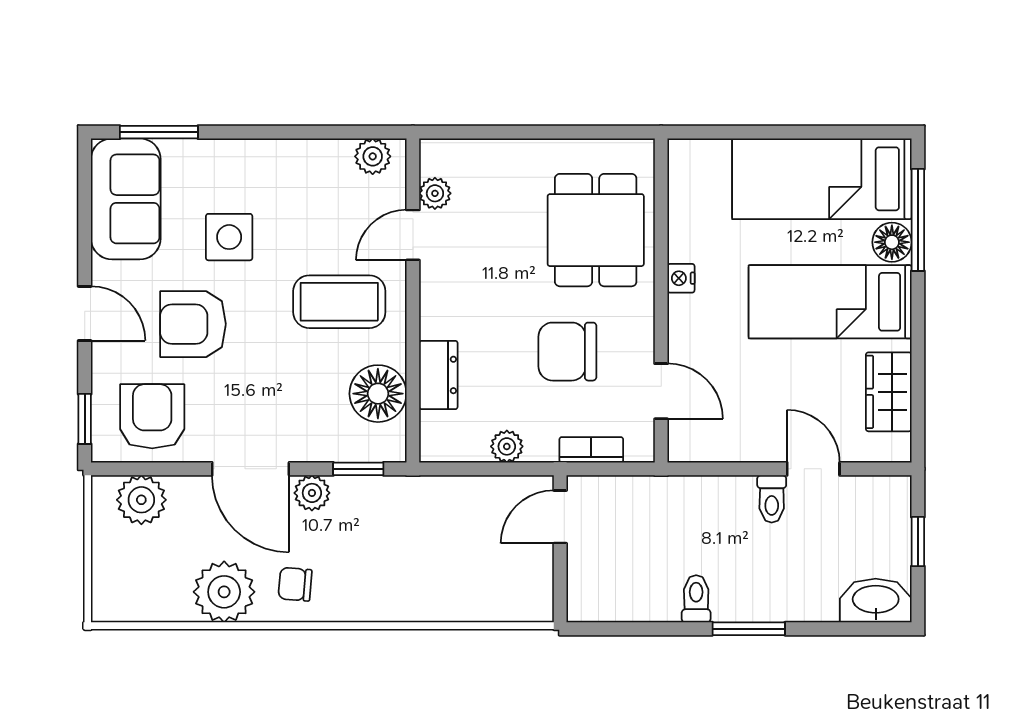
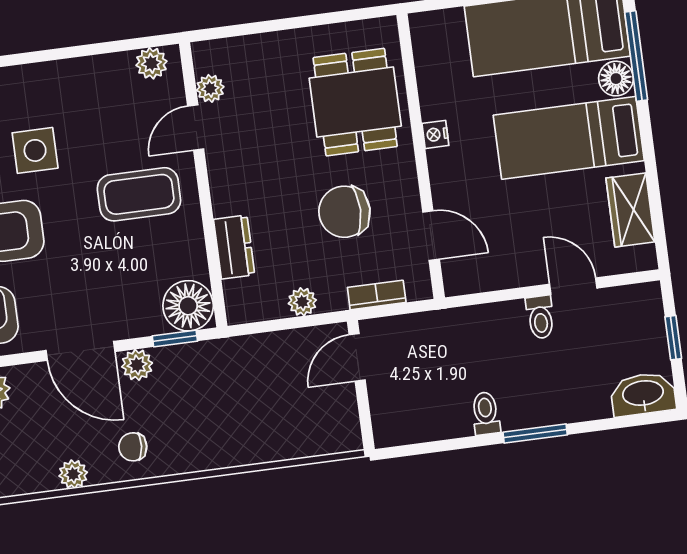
floor lamp: (378, 394) -> (188, 306), moved
plant: (224, 592) -> (73, 474), width x0.53, depth x0.53

